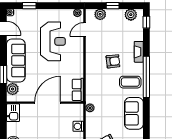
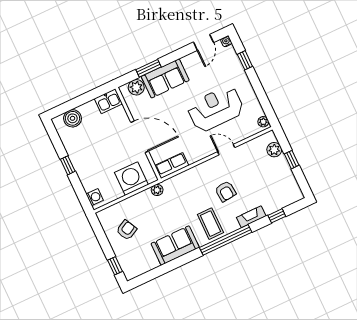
plant: (131, 15) -> (291, 186), removed
window: (146, 22) -> (277, 216), moved
door: (85, 30) -> (226, 150), moved
reception desk: (53, 41) -> (216, 109), turned 180
sofa: (16, 61) -> (165, 78), width x0.73
washing machine: (78, 126) -> (131, 179), width x1.89, depth x1.89

